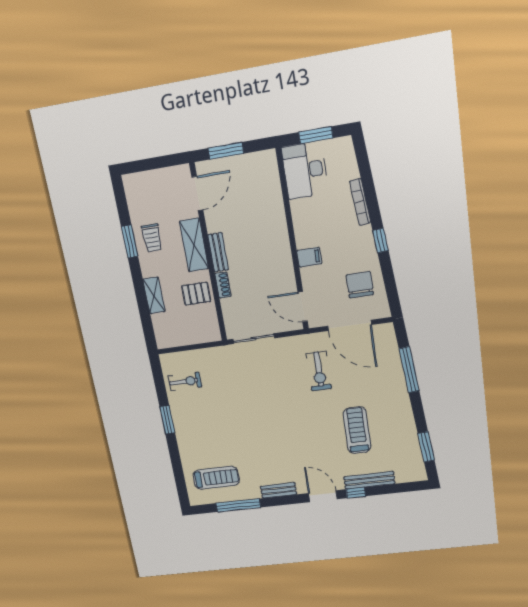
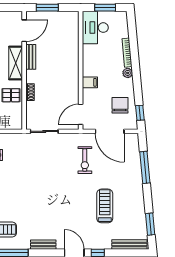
plant: (365, 234) -> (128, 73), added
window: (380, 240) -> (140, 113), moved
bench: (218, 252) -> (31, 57), moved
door: (303, 307) -> (81, 114), hinge flipped
bench: (369, 480) -> (129, 244), moved

